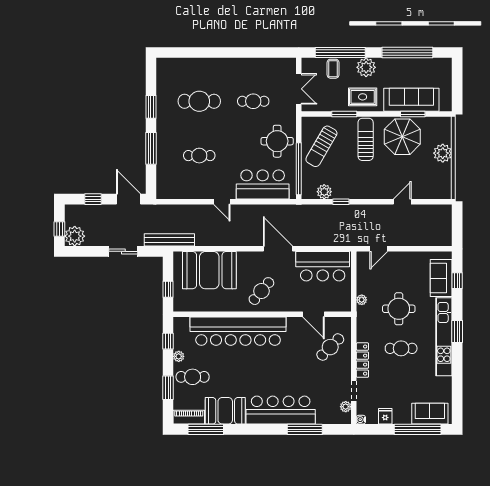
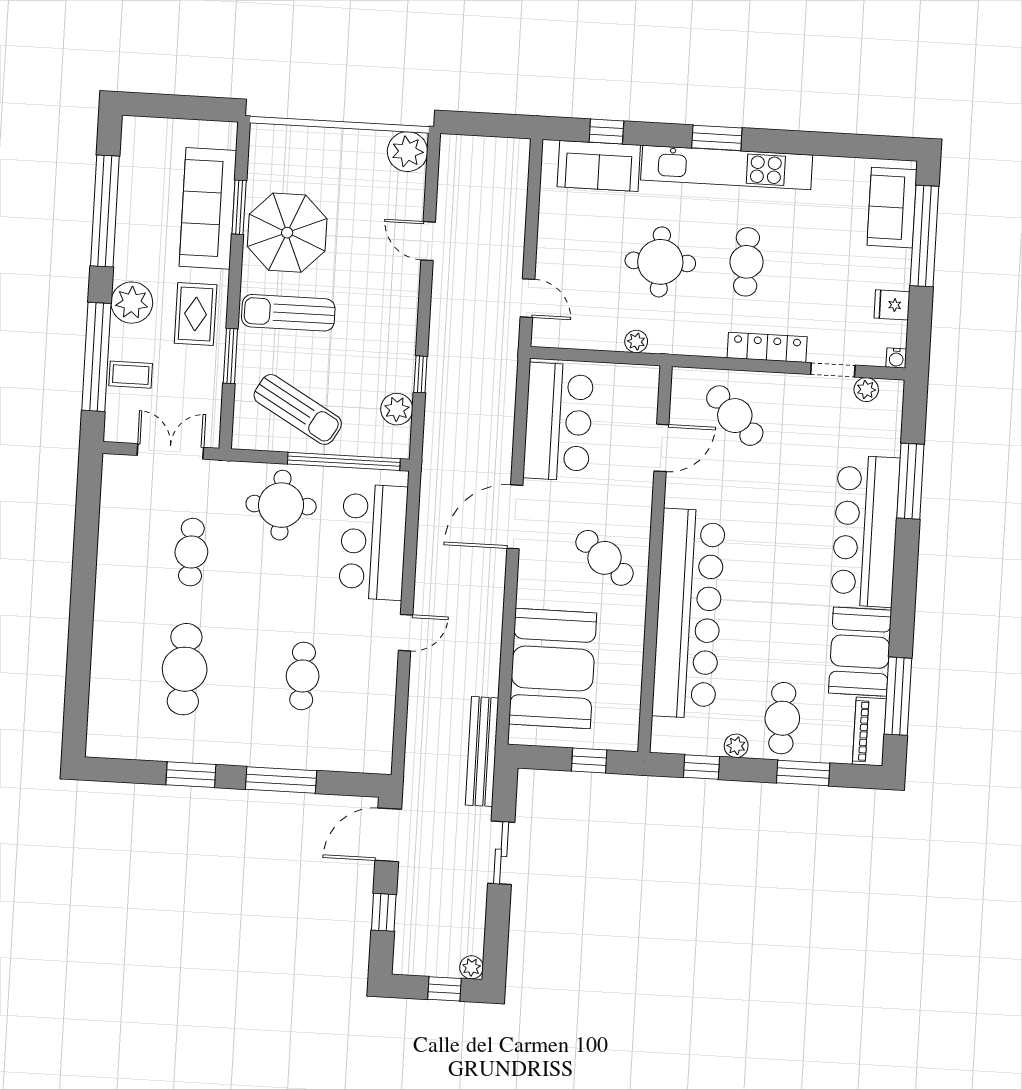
plant: (443, 153) -> (407, 152), moved
plant: (75, 236) -> (471, 967), width x0.53, depth x0.53

